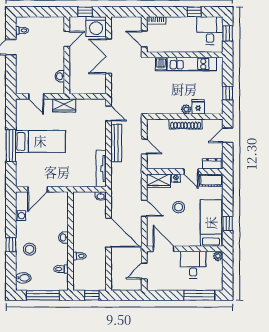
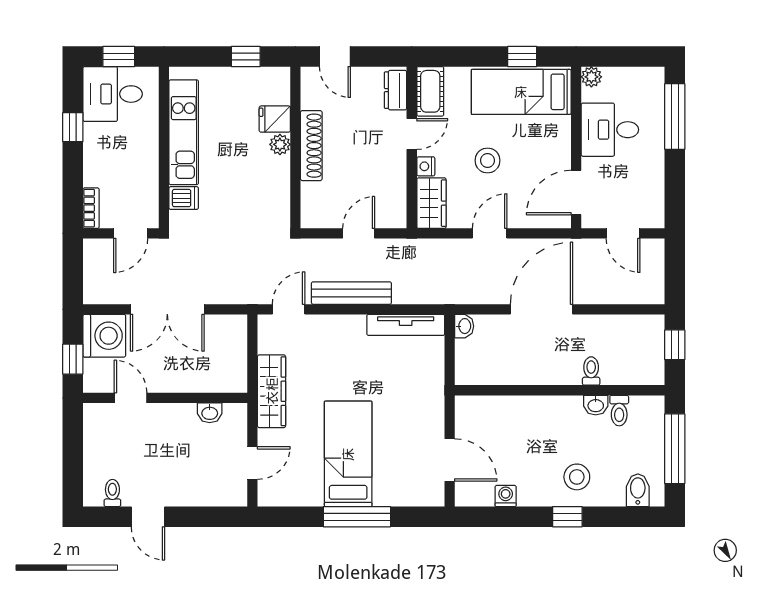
wardrobe: (64, 105) -> (272, 391), width x1.50
washbasin: (63, 237) -> (596, 405), moved

